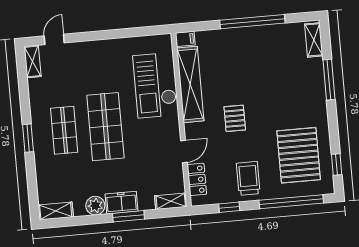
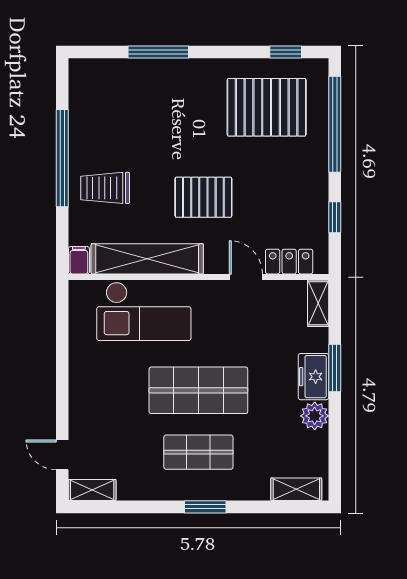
shelving: (314, 40) -> (97, 70), removed
pallet: (235, 118) -> (203, 197), width x1.50, depth x1.42
trolley: (248, 178) -> (105, 188), moved
shelving: (56, 211) -> (296, 489), moved, turned 90

